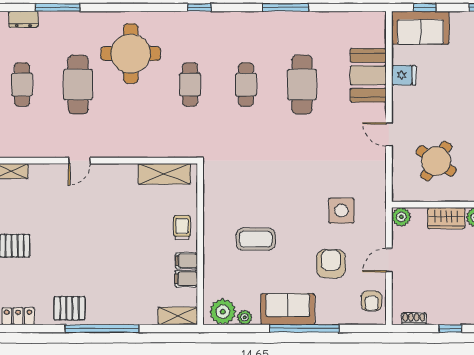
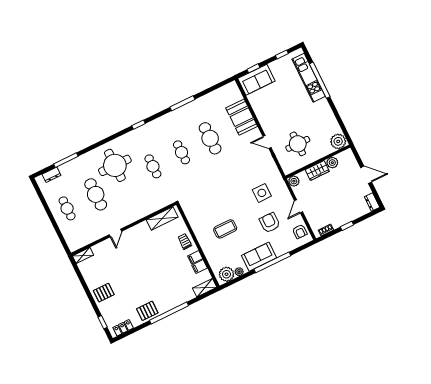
fridge: (404, 75) -> (260, 108), removed
round table: (436, 161) -> (298, 144), turned -34

